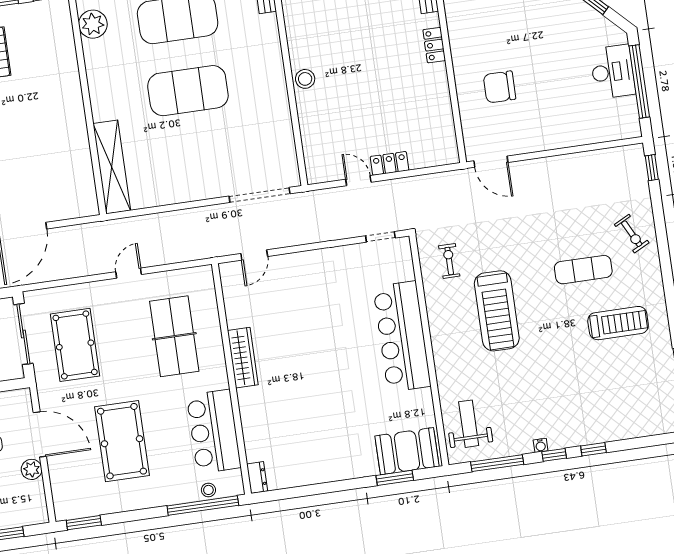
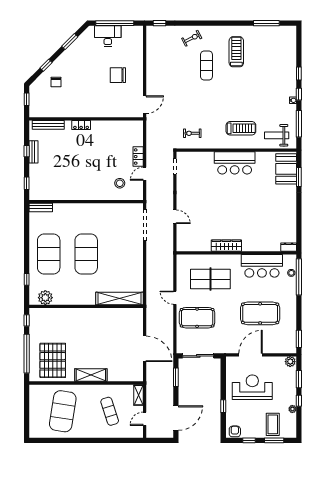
stool: (305, 79) -> (120, 183), moved
chair: (499, 87) -> (118, 75), moved, turned 90
door: (254, 255) -> (175, 217), moved
treadmill: (497, 311) -> (241, 128), moved, width x0.73, depth x0.73
bar counter: (402, 336) -> (235, 163), width x0.73
pool table: (75, 345) -> (197, 318), moved
plant: (32, 469) -> (290, 362), moved

